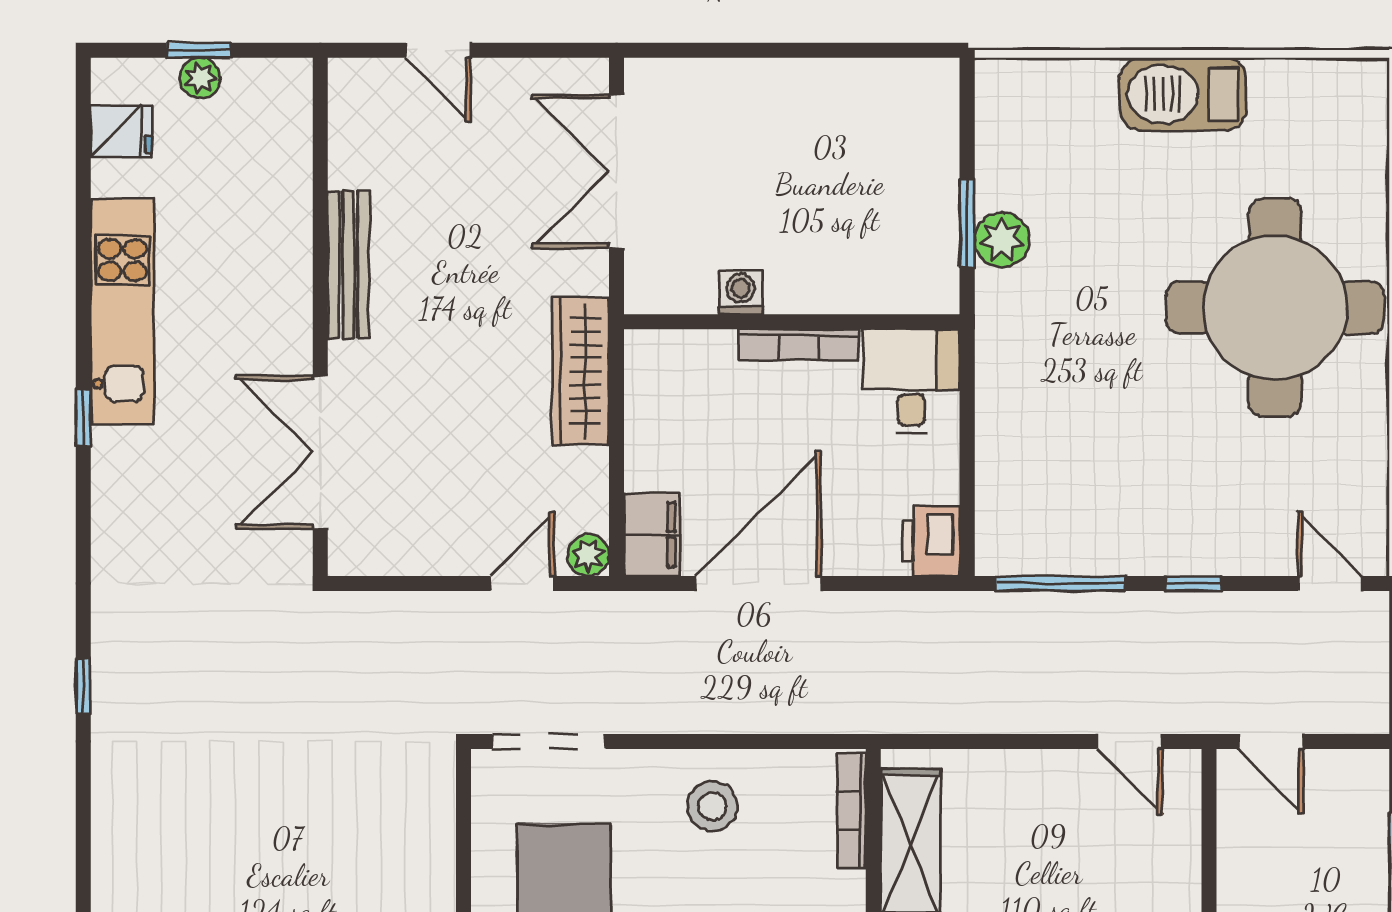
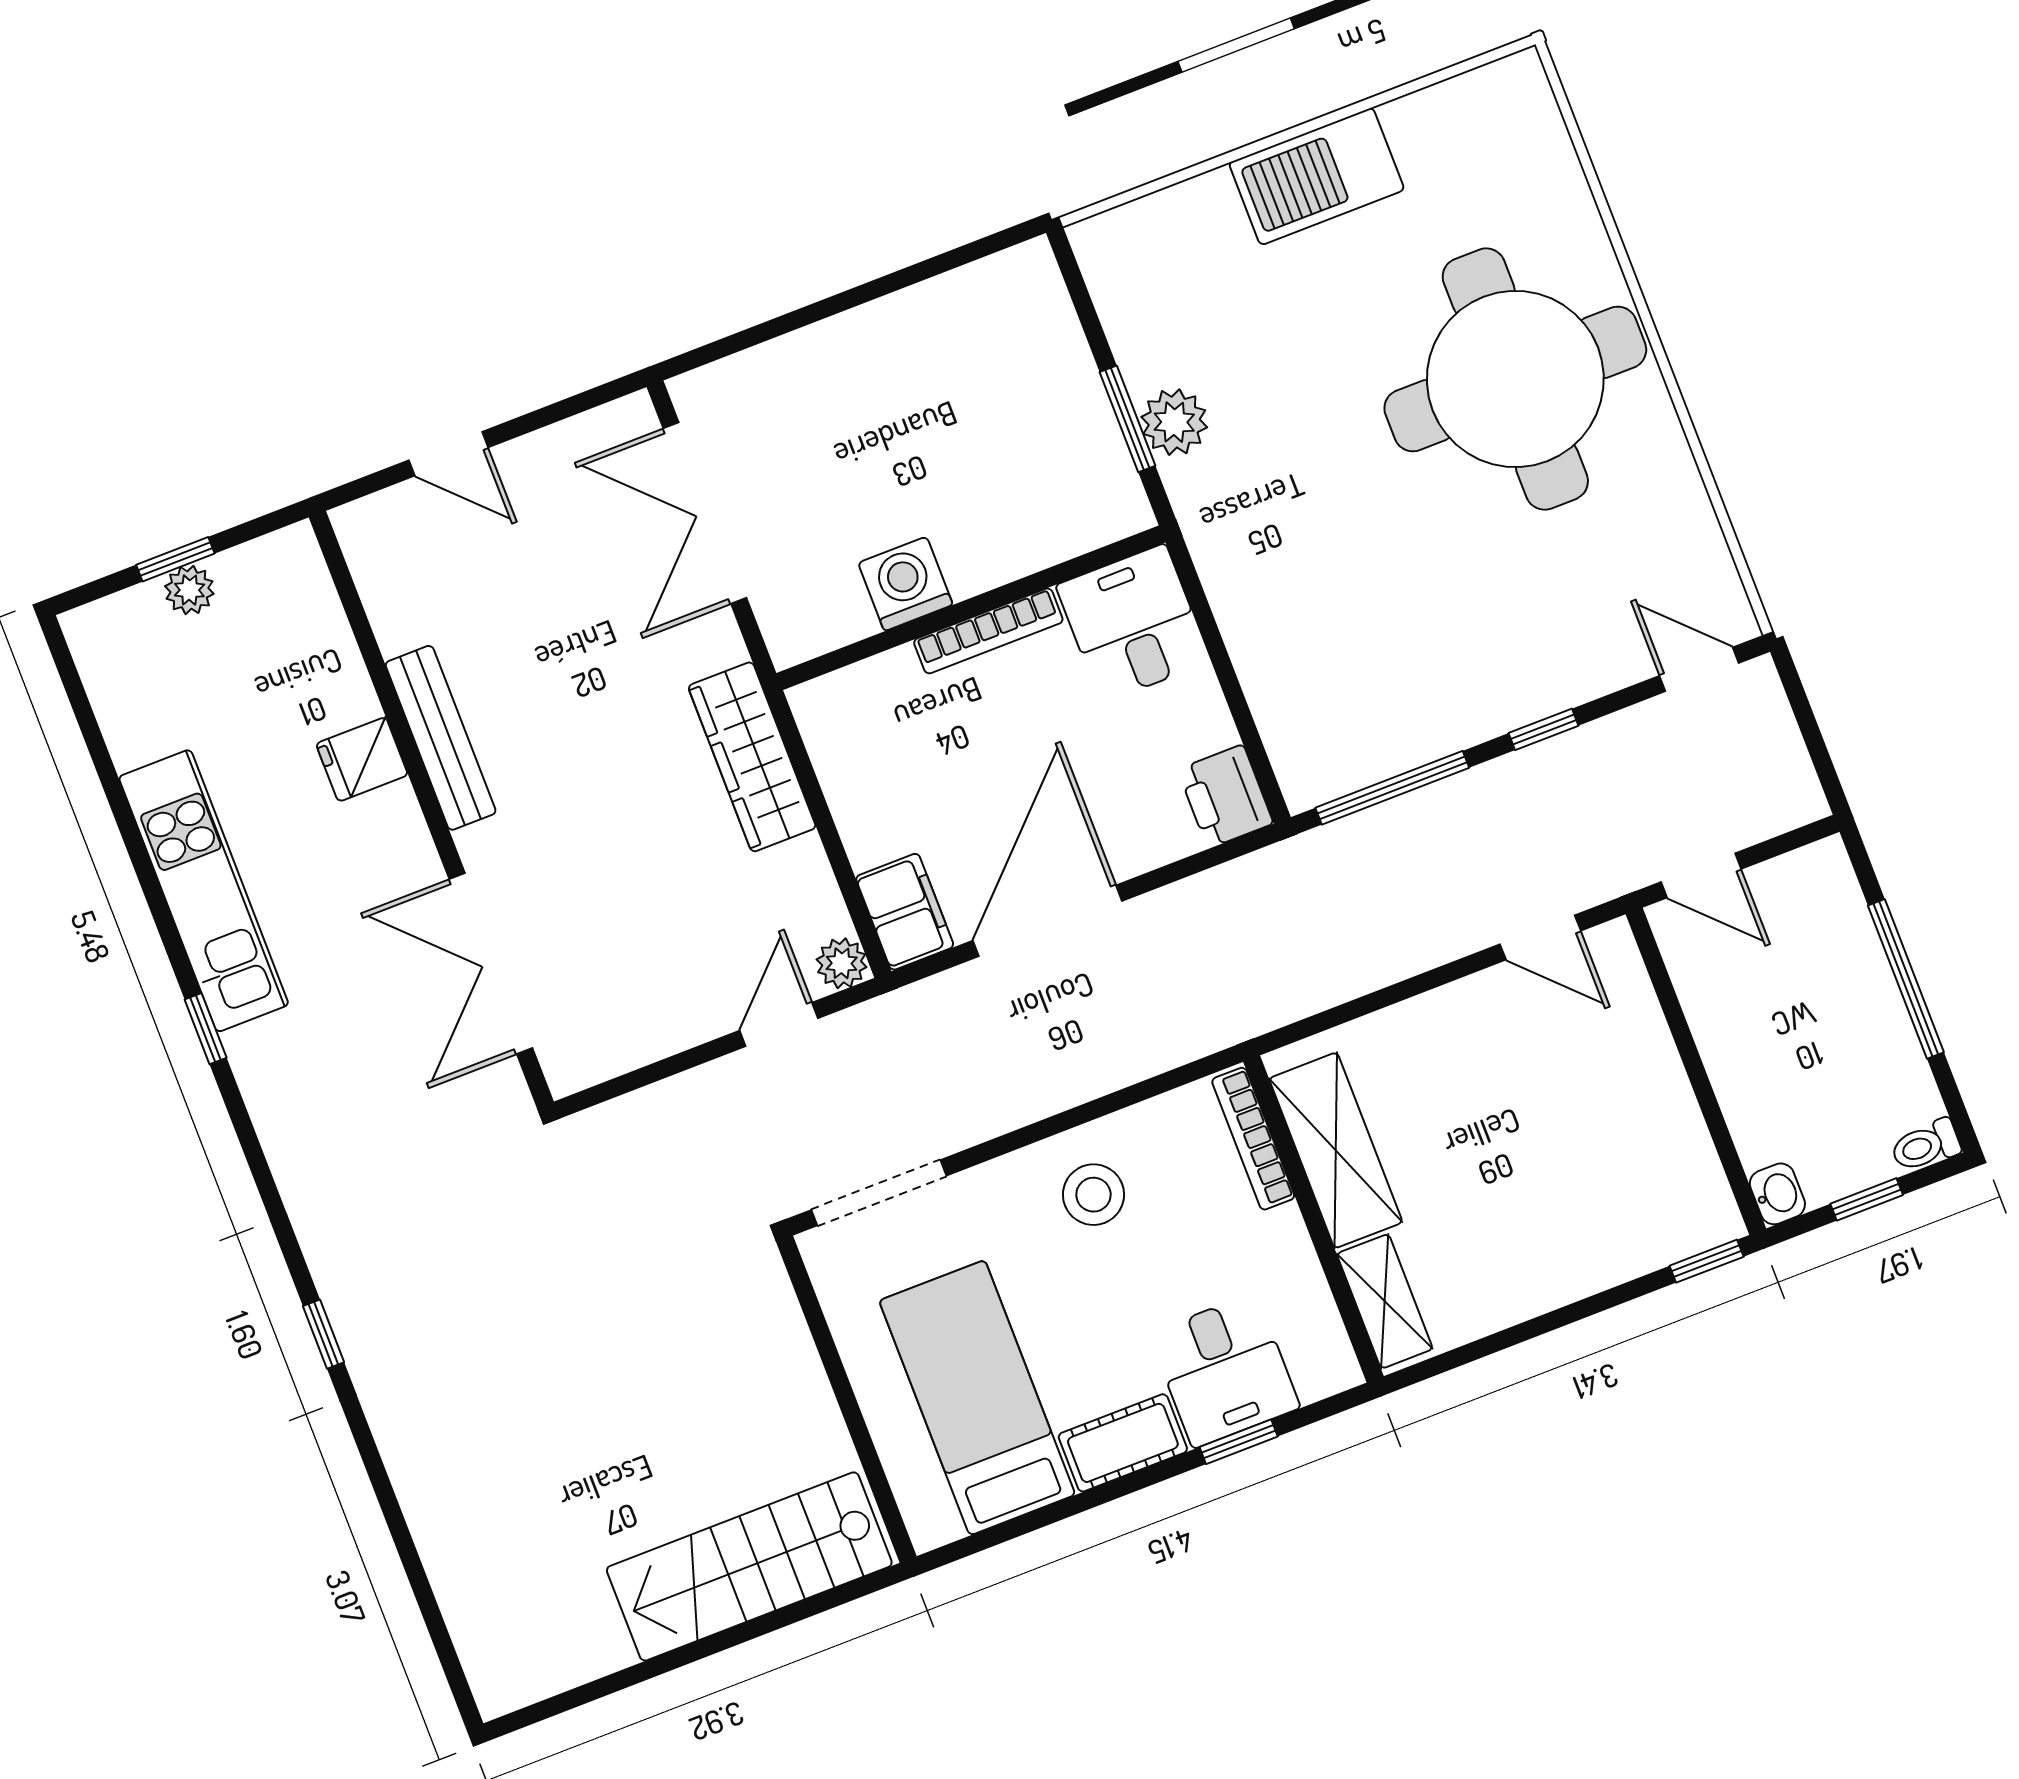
fridge: (121, 131) -> (362, 759), moved, turned 180
washing machine: (741, 292) -> (905, 584), width x1.38, depth x1.38

